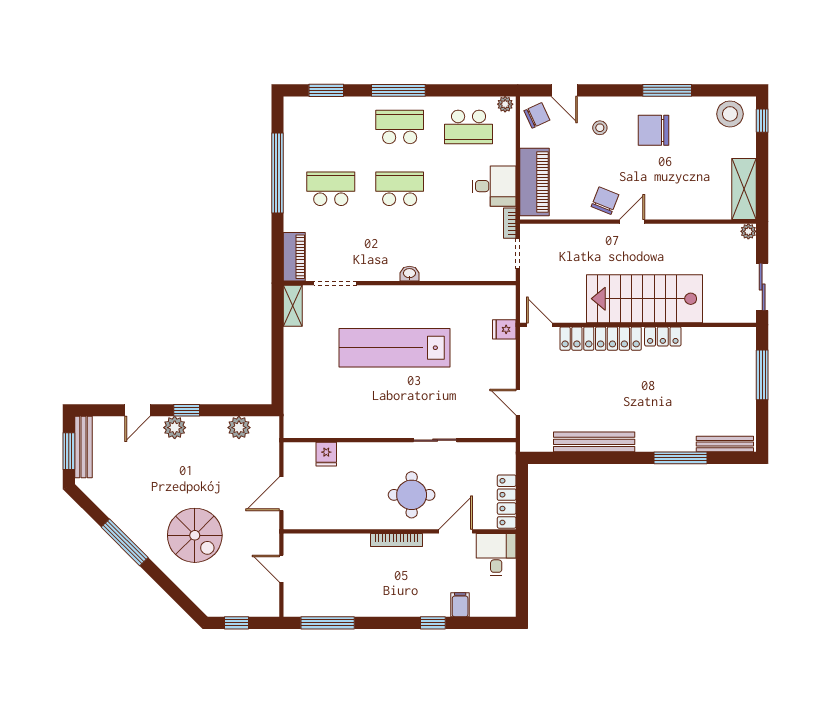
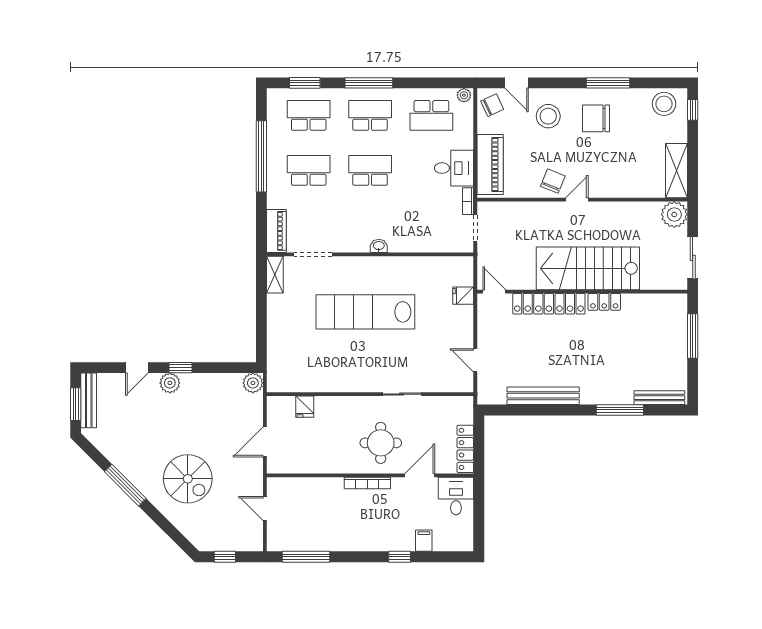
school desk: (331, 127) -> (309, 115), added
stool: (600, 128) -> (548, 116), width x1.89, depth x1.89
plant: (748, 231) -> (674, 214), width x1.88, depth x1.88
plant: (239, 428) -> (253, 383), moved

